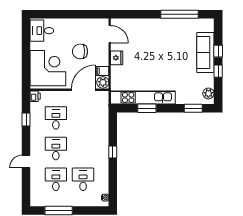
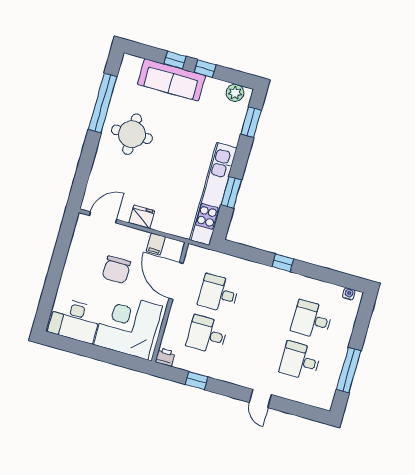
desk: (42, 31) -> (75, 320), width x1.37
round table: (165, 38) -> (132, 134), added
plant: (103, 82) -> (173, 248), removed
desk: (56, 149) -> (219, 294), moved

